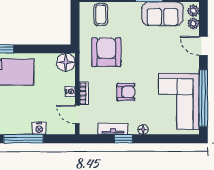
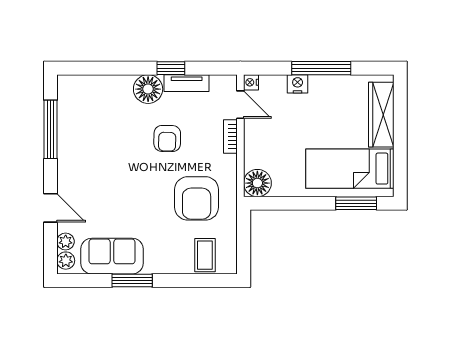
nightstand: (70, 92) -> (251, 82), moved
armchair: (126, 92) -> (167, 139), turned -89
window: (203, 98) -> (51, 129), width x0.68
corner sofa: (179, 101) -> (87, 124), removed
floor lamp: (143, 129) -> (148, 89), width x1.89, depth x1.89

